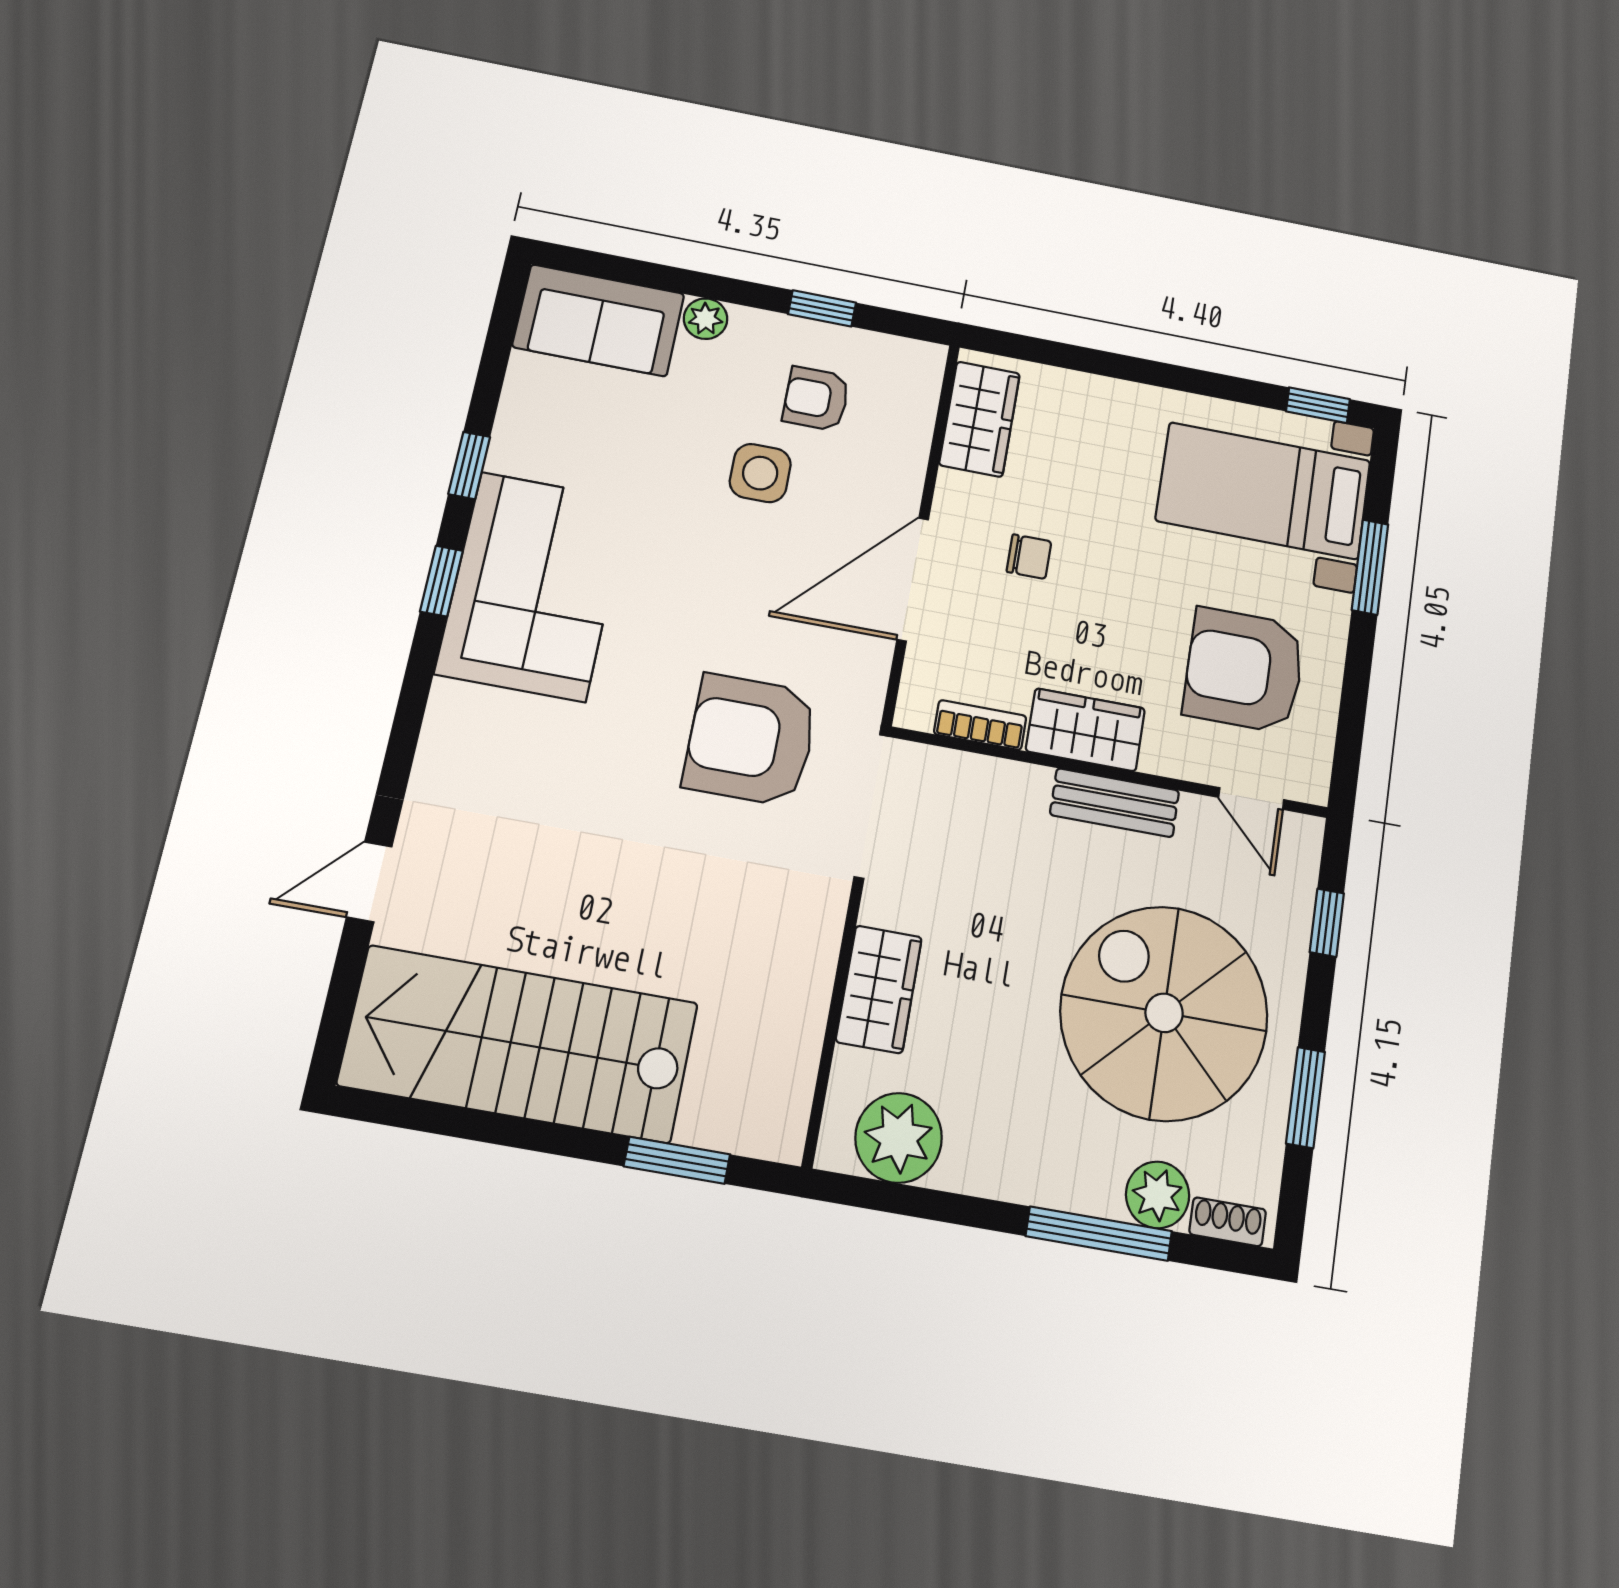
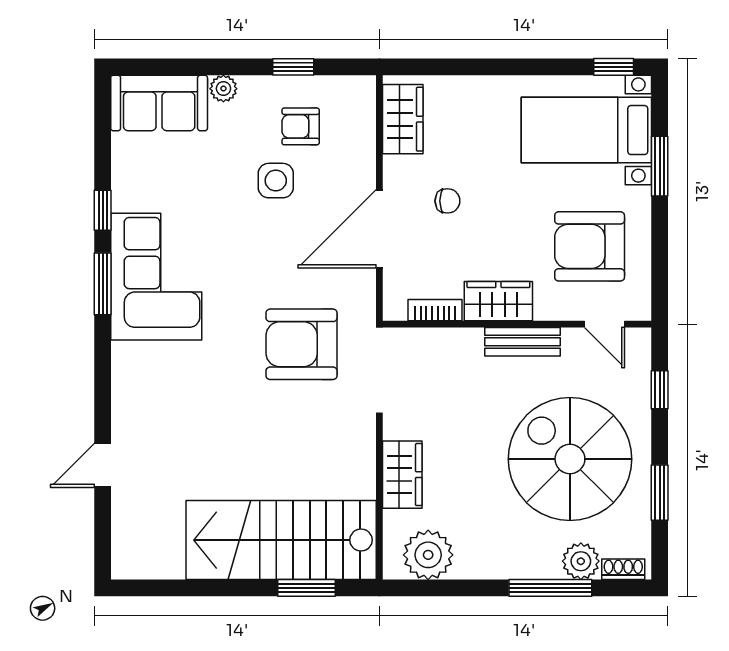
window: (441, 581) -> (103, 284), width x1.50
stairs: (519, 1044) -> (281, 540), moved

